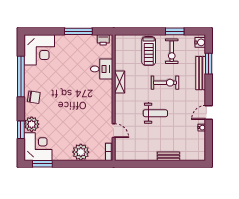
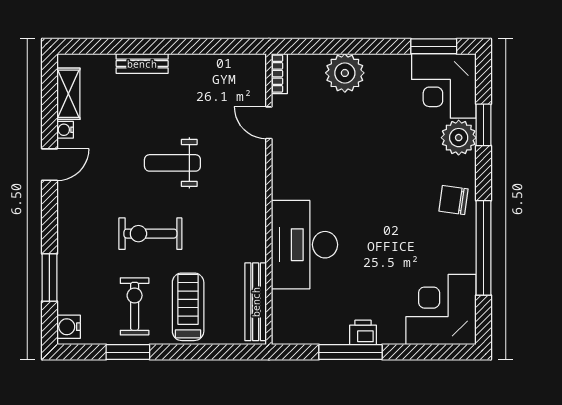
printer: (103, 40) -> (363, 332), moved
desk: (102, 69) -> (305, 245), width x1.87, depth x1.30
bench: (201, 73) -> (256, 302), moved
shelving: (120, 82) -> (68, 94), moved

